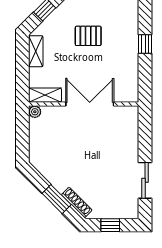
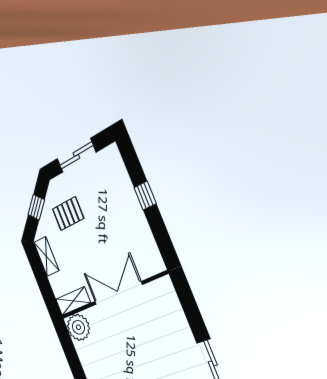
pallet: (88, 36) -> (68, 214), moved
plant: (35, 112) -> (78, 327), width x1.87, depth x1.87

